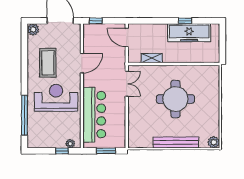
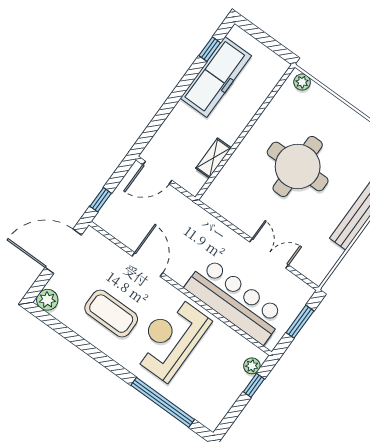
window: (185, 21) -> (210, 49), moved
plant: (215, 73) -> (302, 82), added
double door: (127, 84) -> (269, 253), moved

